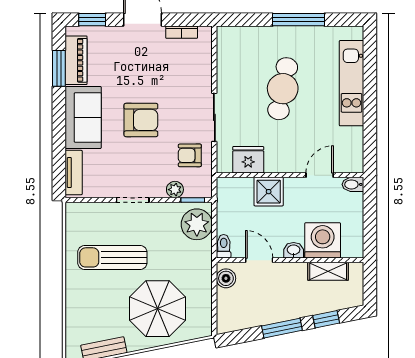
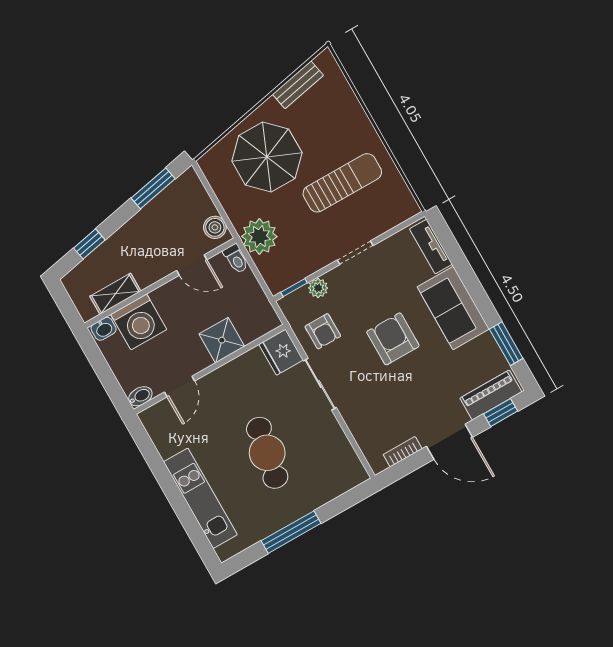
piano: (76, 60) -> (491, 395), moved, turned 90
armchair: (141, 120) -> (393, 339), turned 90
armchair: (190, 155) -> (323, 331), turned 90
fridge: (248, 160) -> (281, 352), moved, turned 90
plant: (197, 224) -> (259, 236), moved
washbasin: (294, 250) -> (104, 329), moved
window: (282, 328) -> (153, 188), moved

